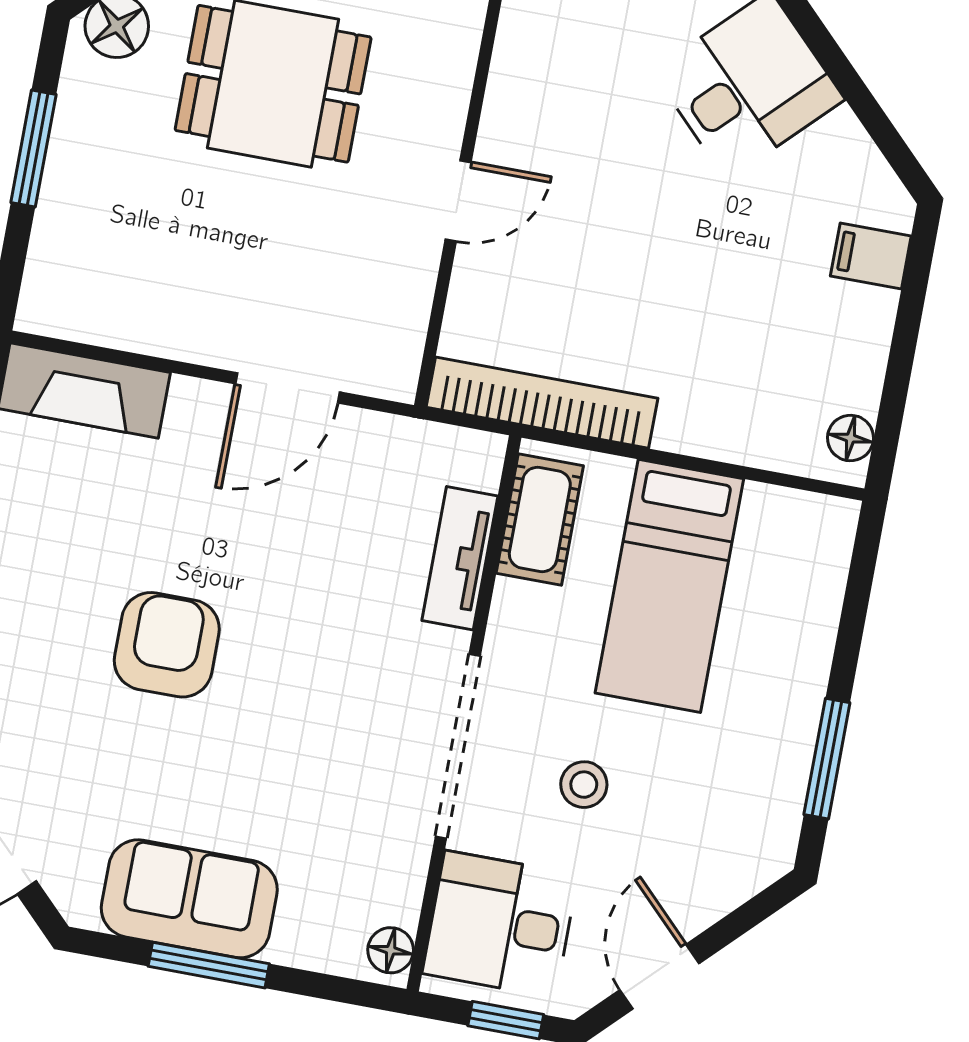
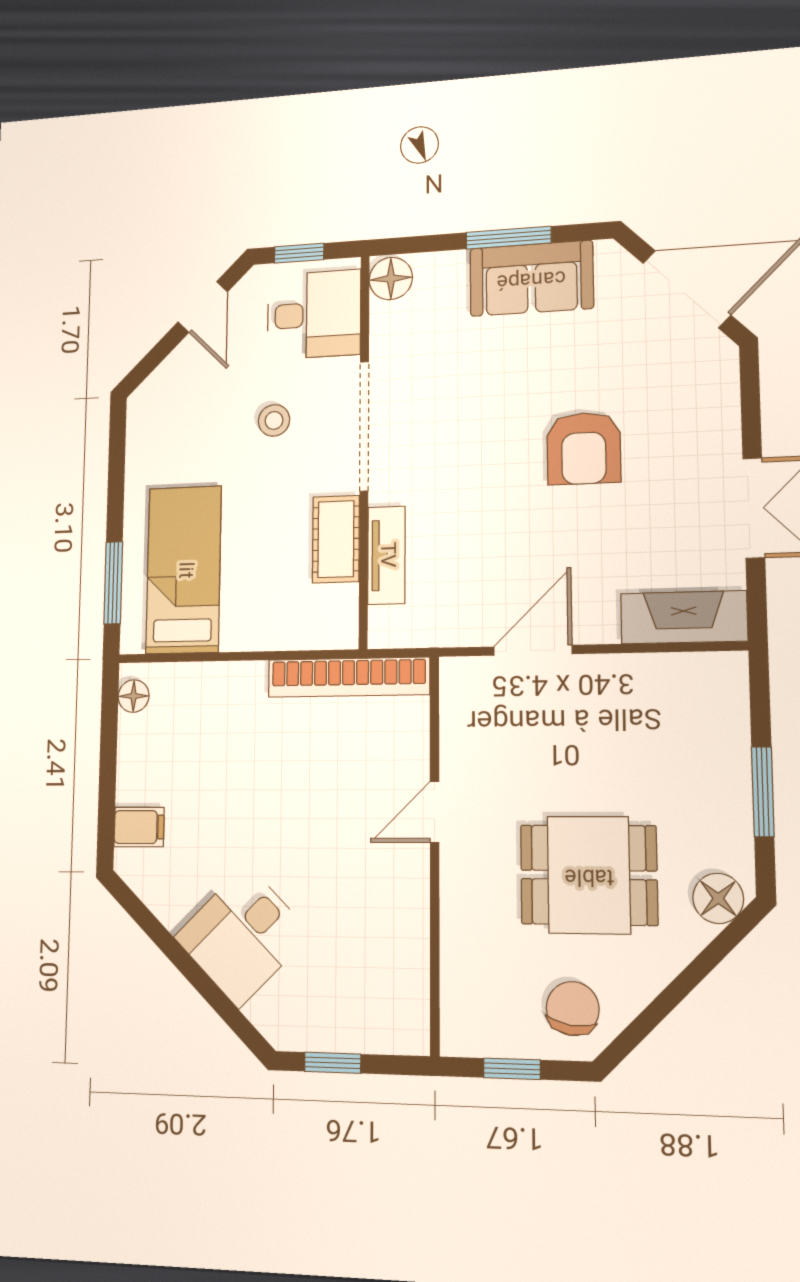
cot: (540, 519) -> (336, 539), moved
bed: (669, 586) -> (184, 570), moved
window: (827, 759) -> (113, 583), moved
floor lamp: (391, 950) -> (391, 279), width x1.37, depth x1.37

